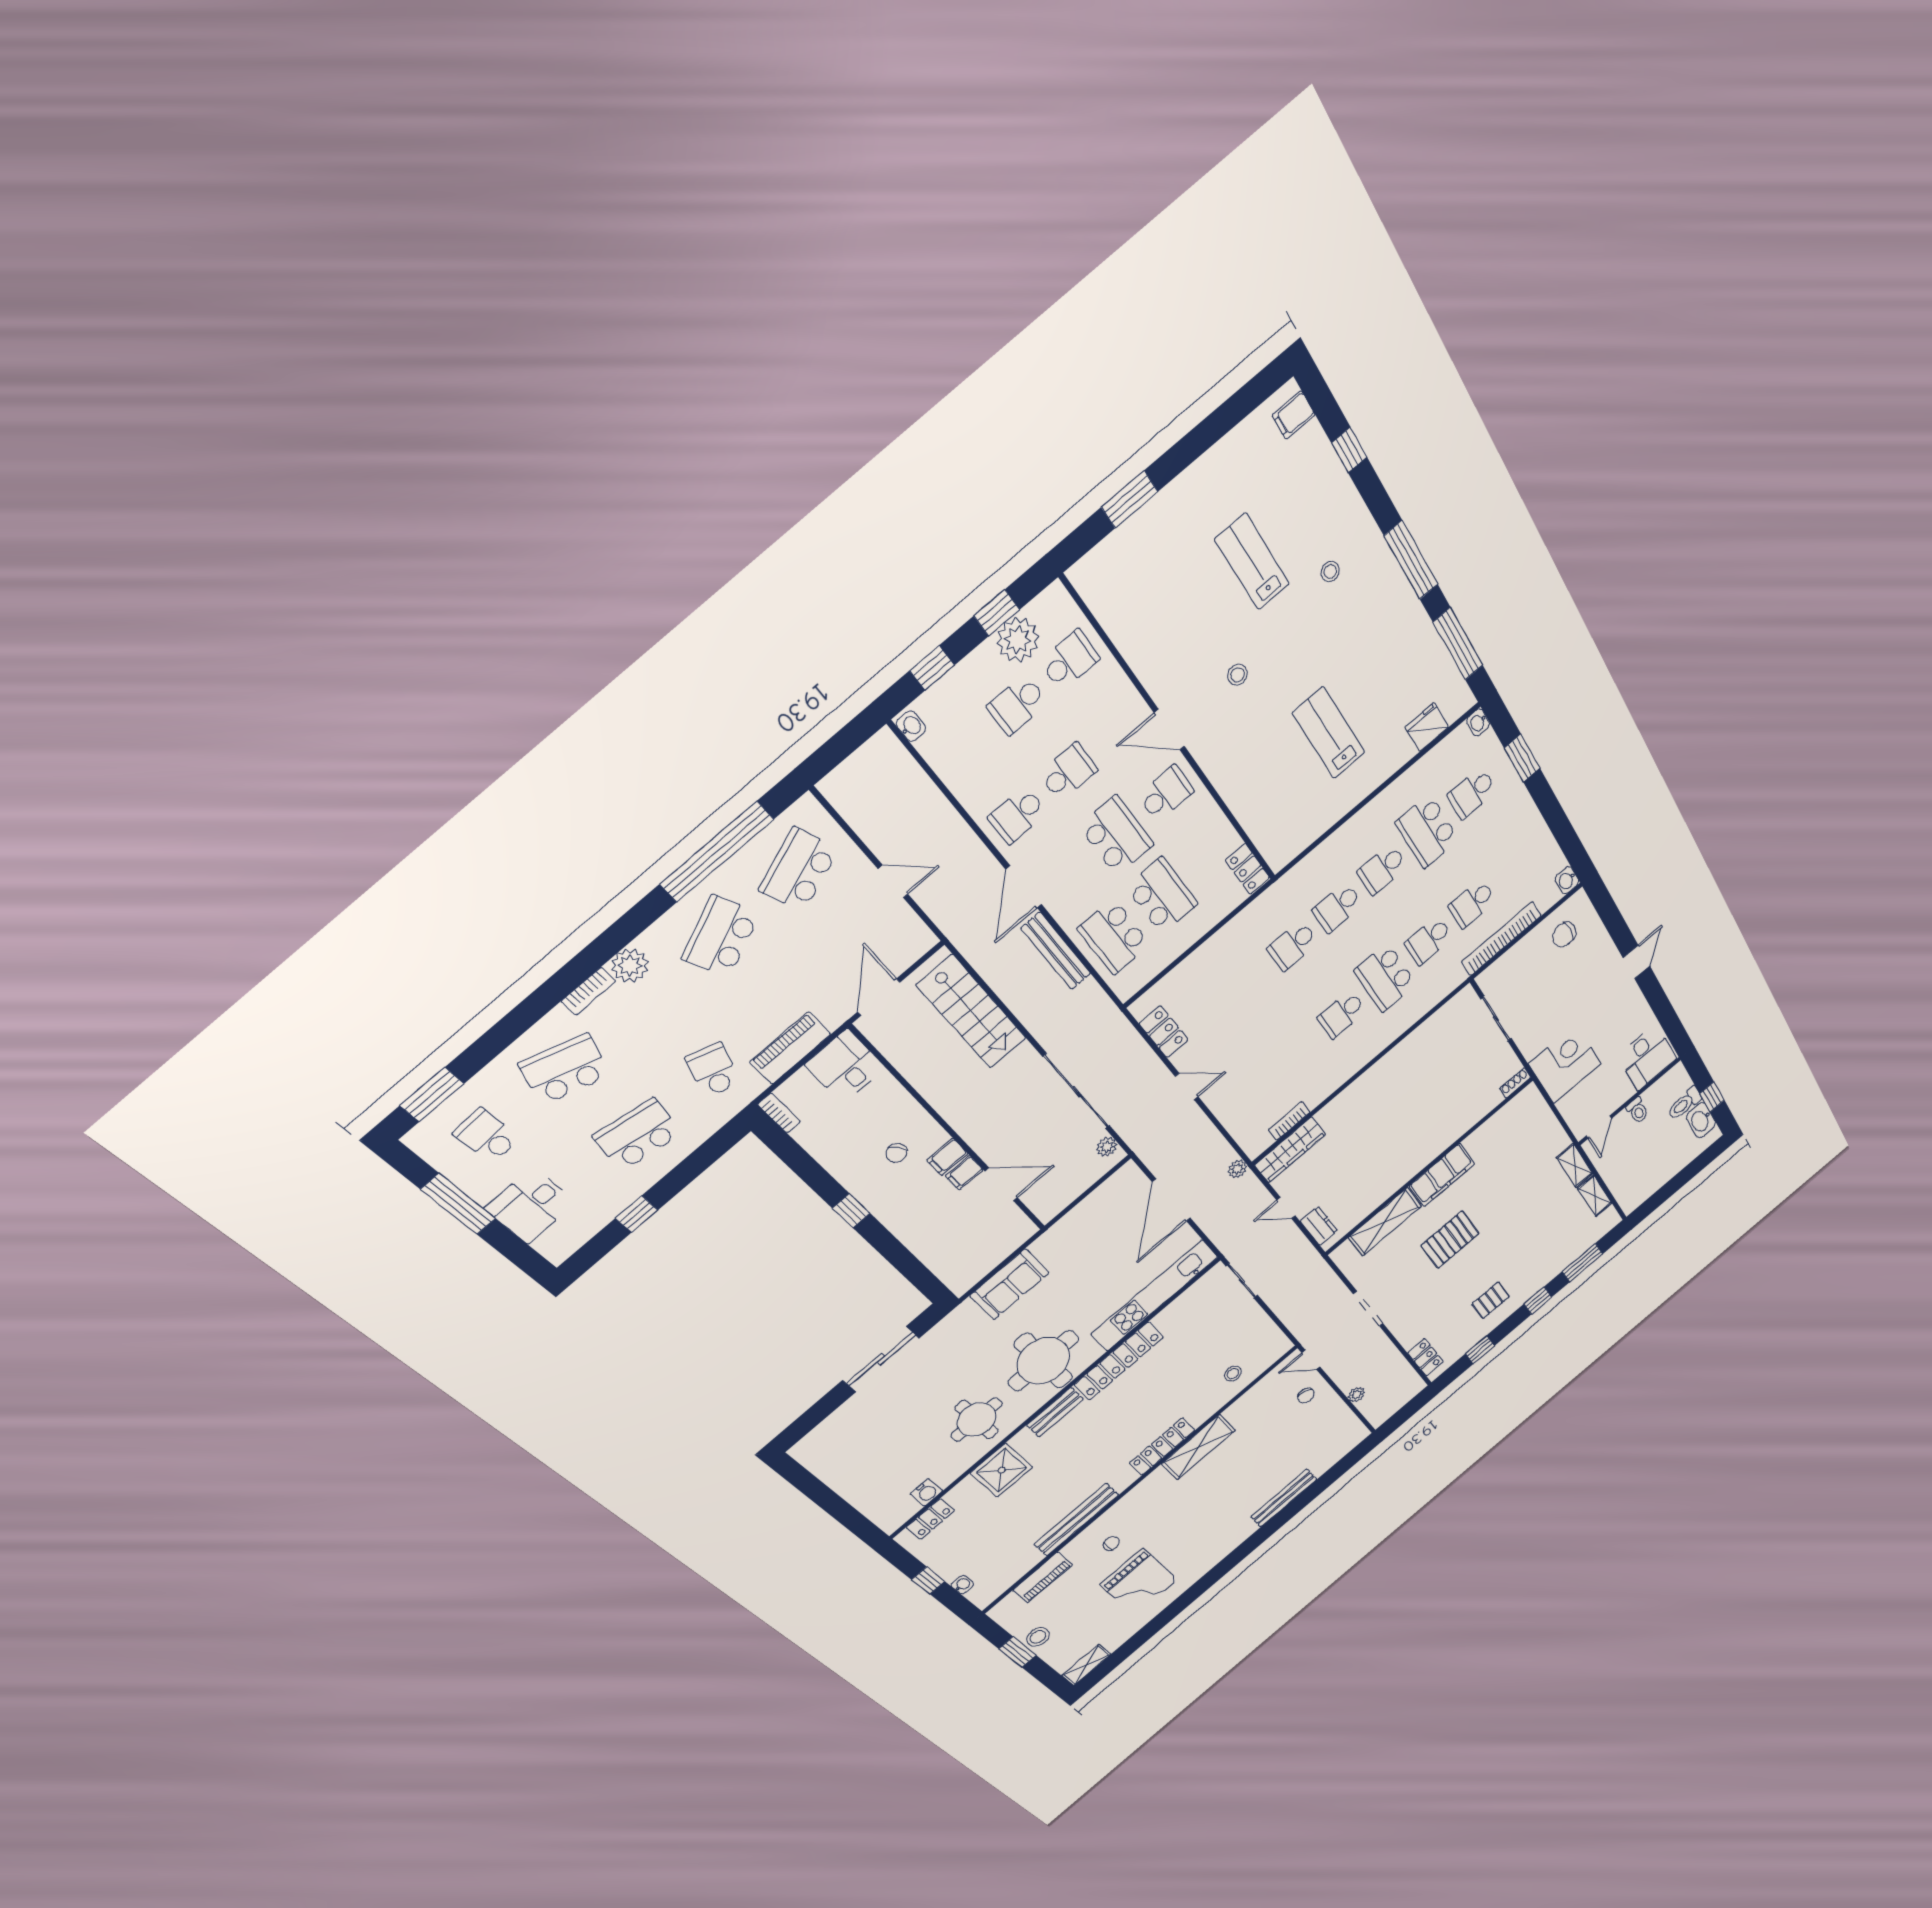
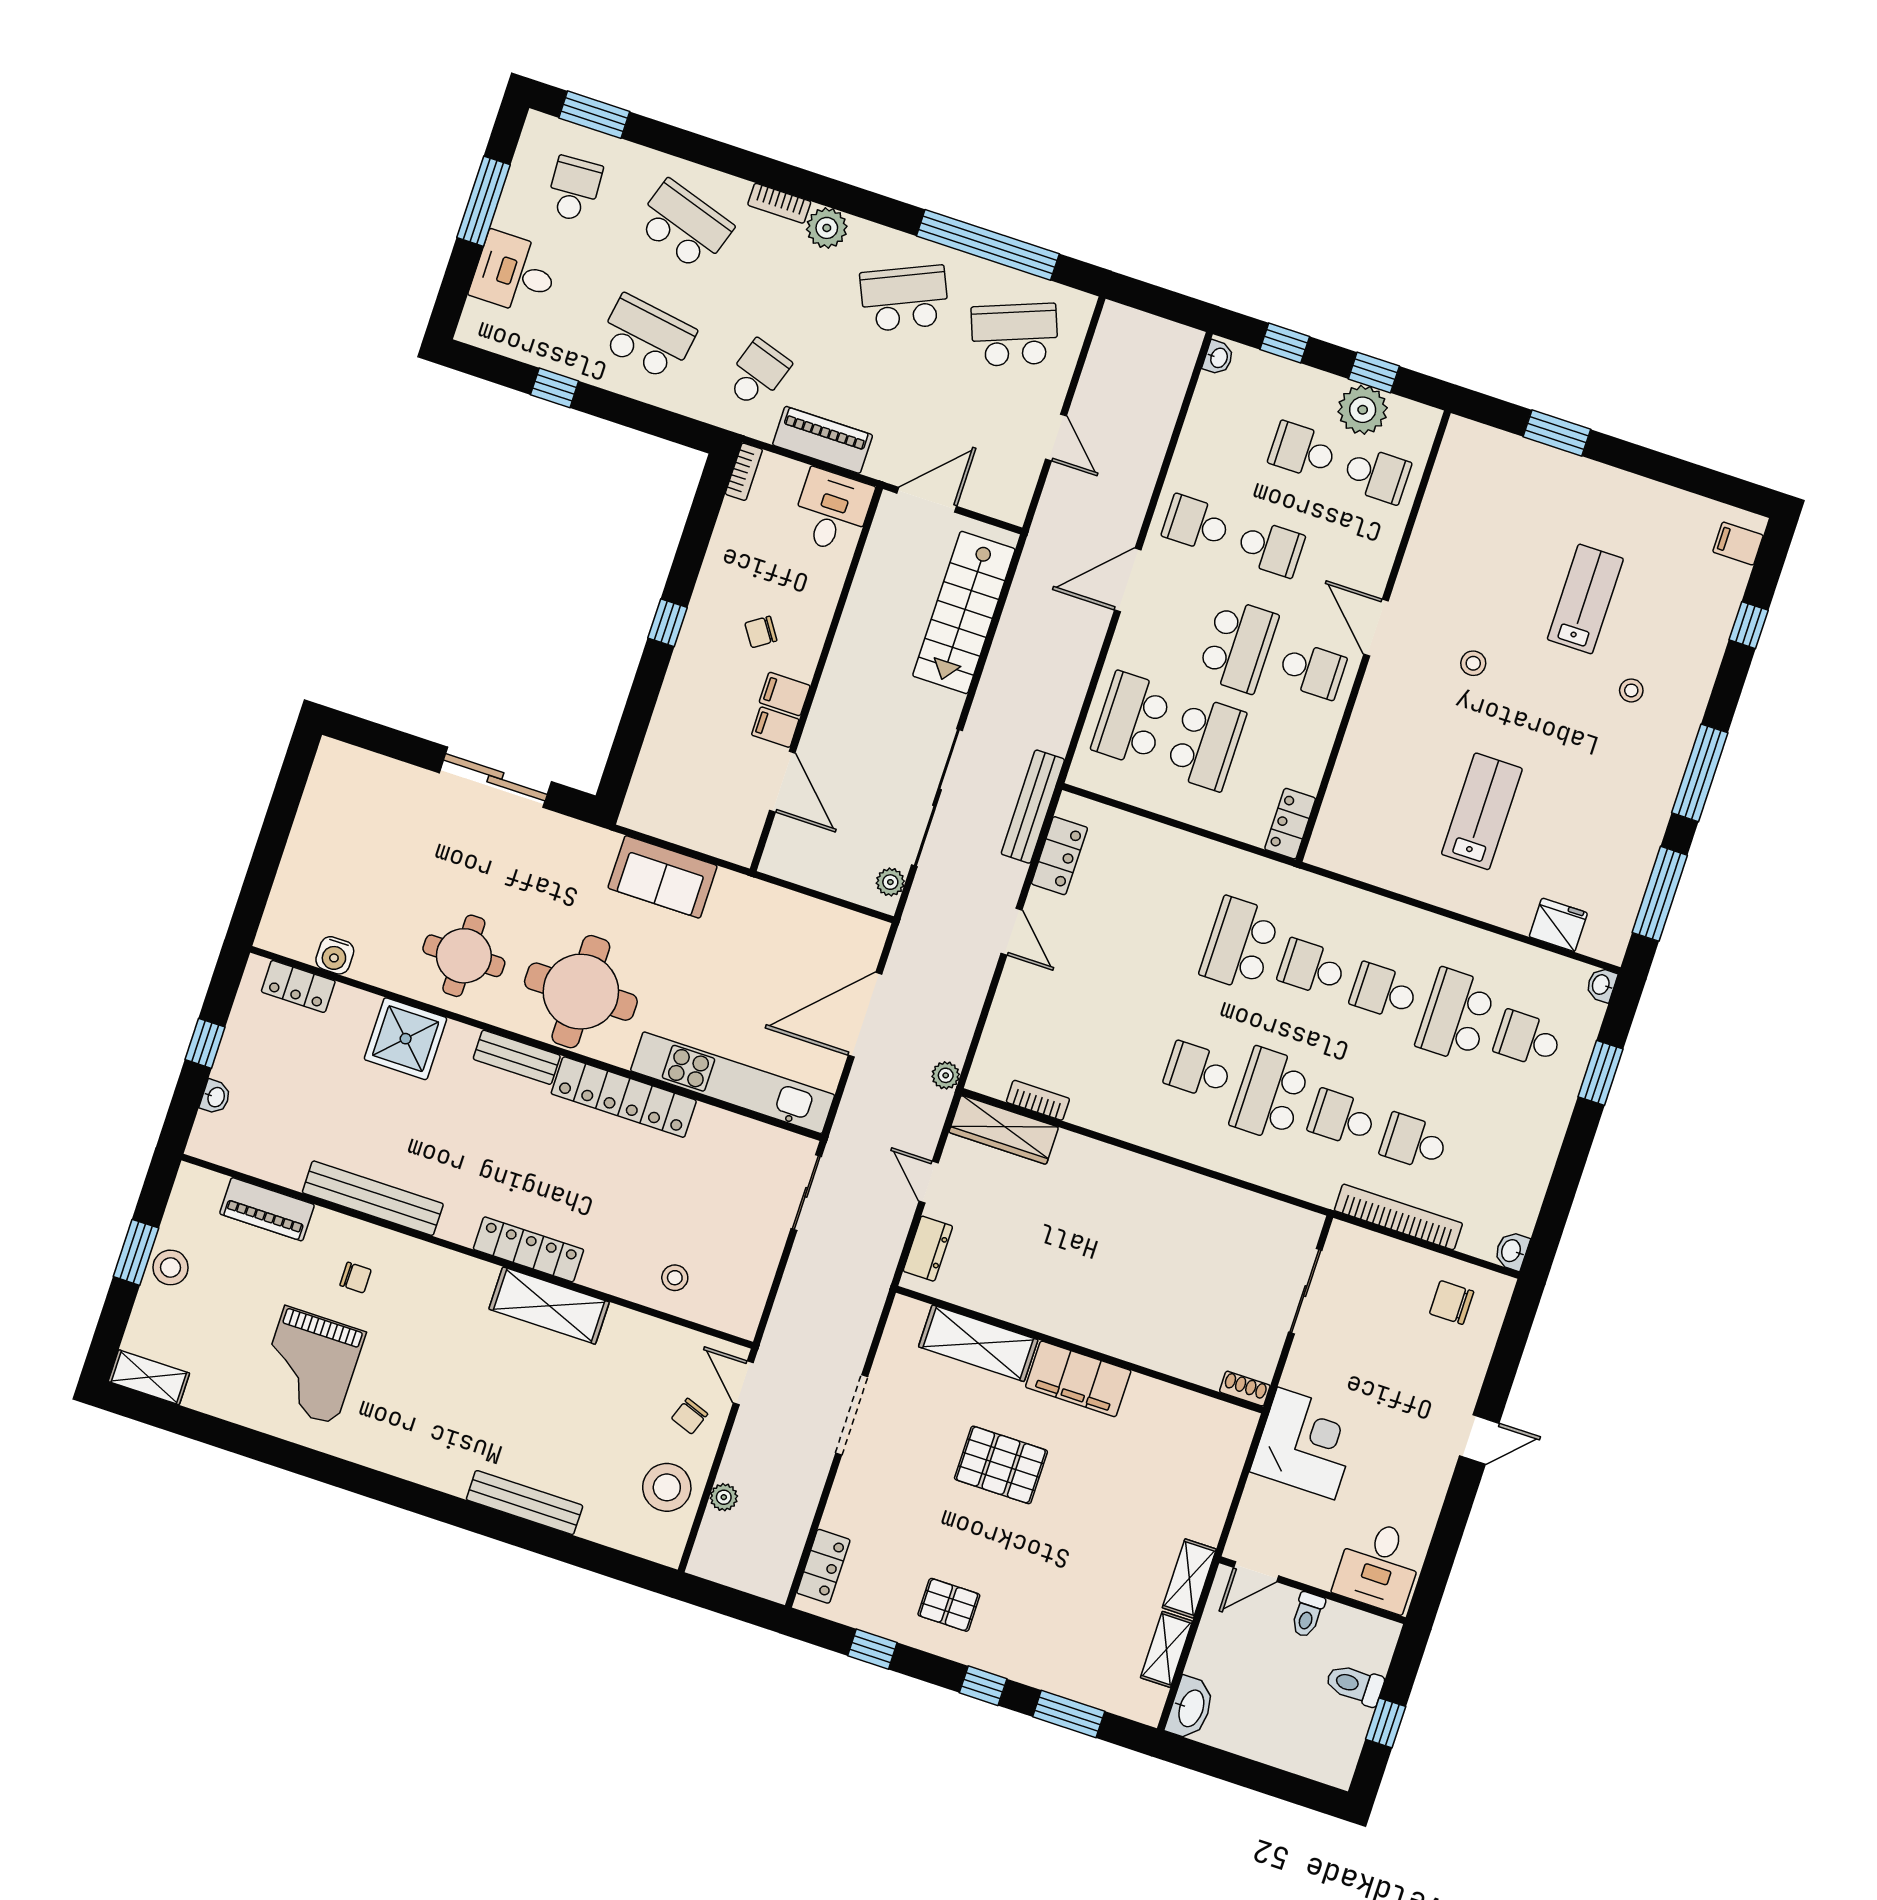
school desk: (1293, 946) -> (1240, 944), width x1.85
bench: (1056, 951) -> (1033, 807), moved
washbasin: (1701, 1120) -> (1190, 1708), moved, turned 180
stool: (1330, 1422) -> (667, 1487), added

